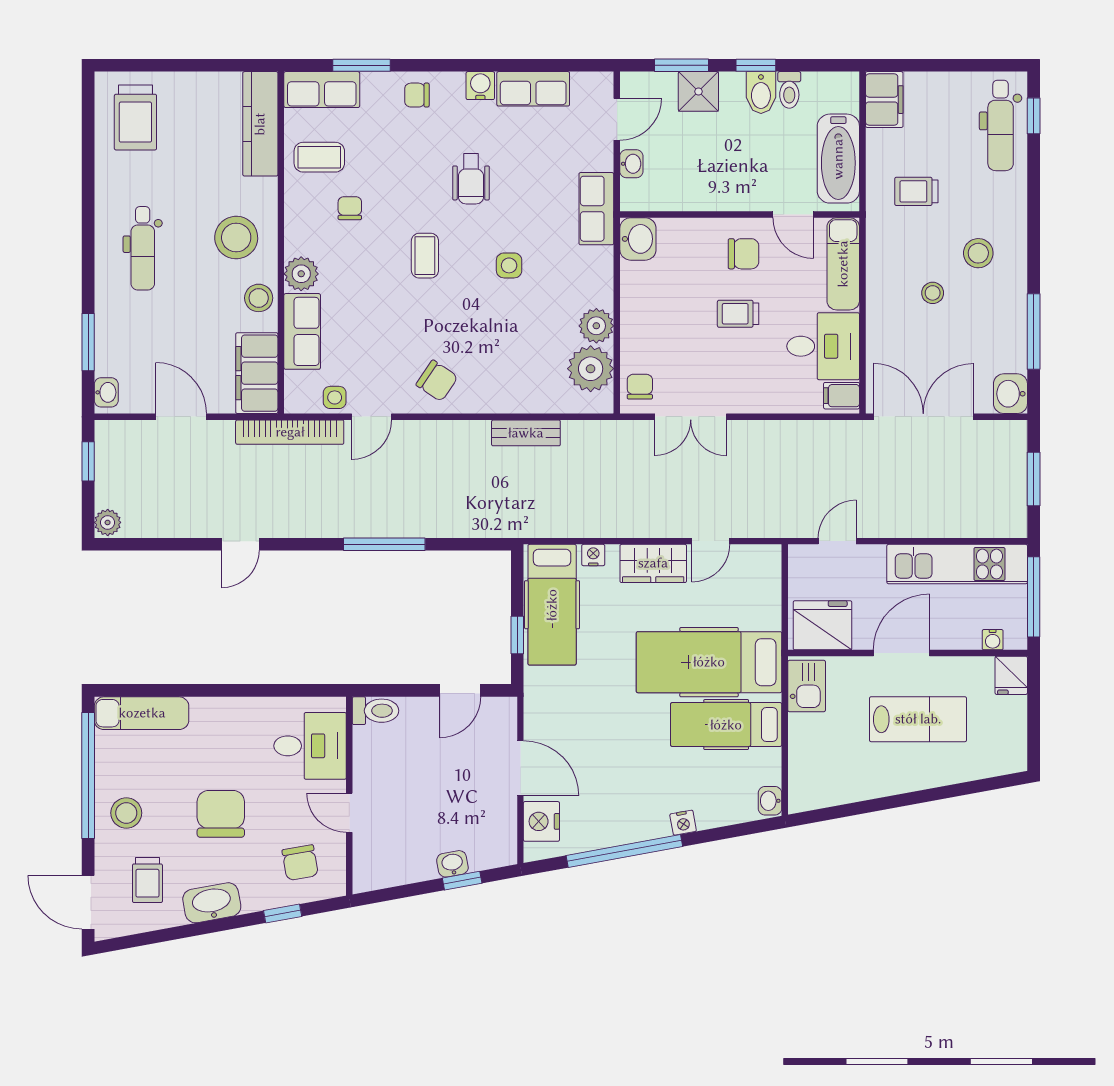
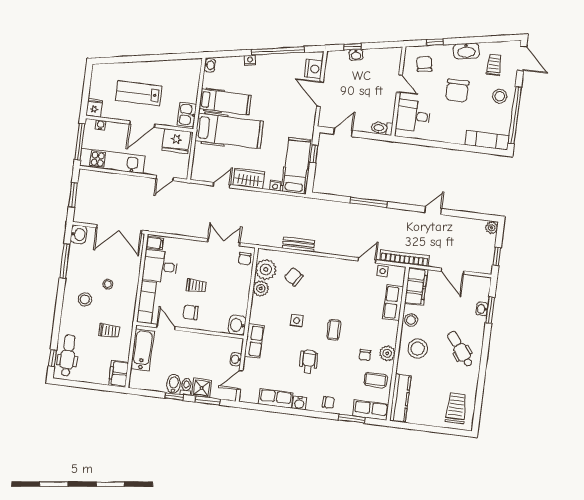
toilet: (789, 90) -> (186, 387), moved
dental chair: (143, 248) -> (460, 349), turned -37
plant: (301, 274) -> (387, 353), moved
chair: (437, 381) -> (294, 277), moved
washbasin: (106, 392) -> (482, 309), moved

